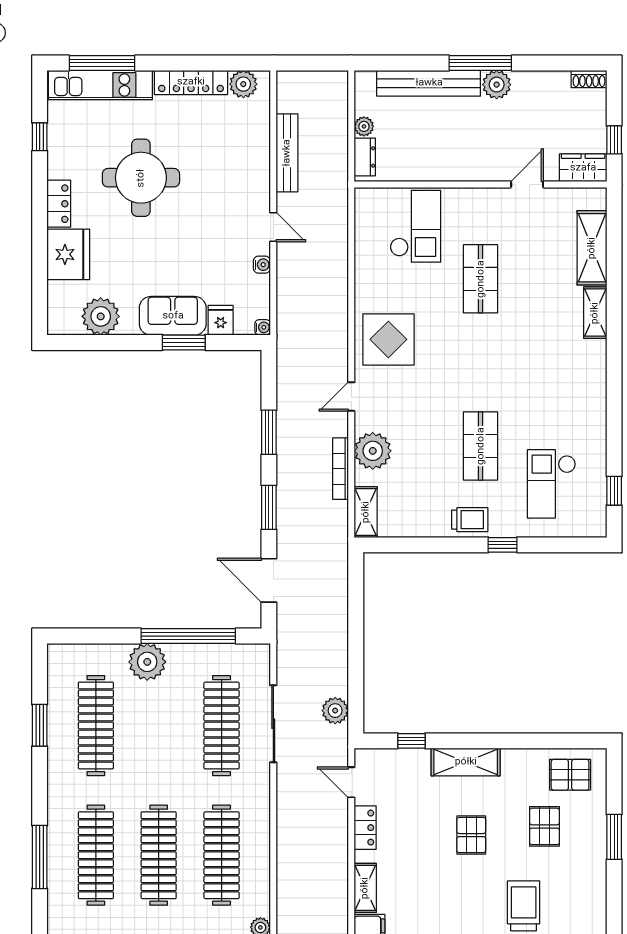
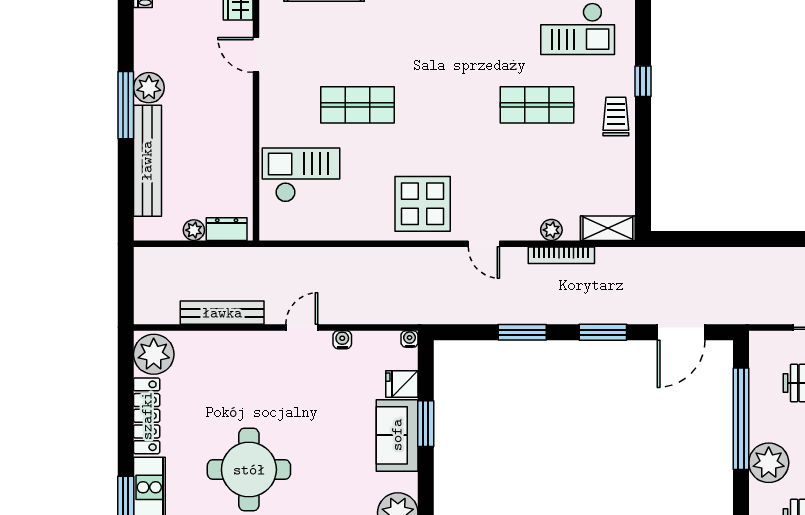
plant: (243, 84) -> (154, 354), width x1.36, depth x1.36
plant: (373, 451) -> (551, 230), width x0.53, depth x0.53

